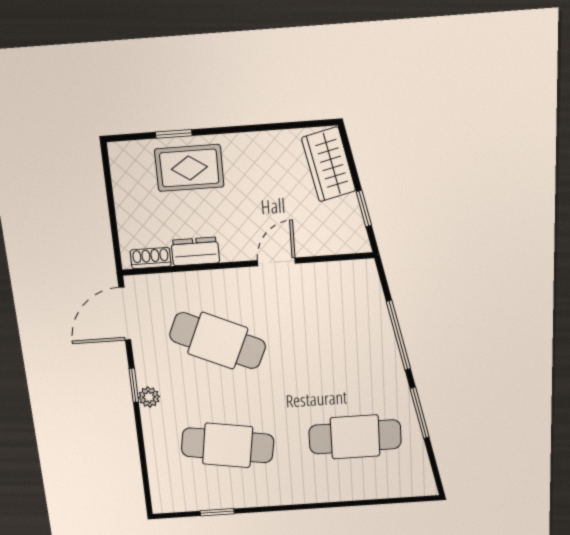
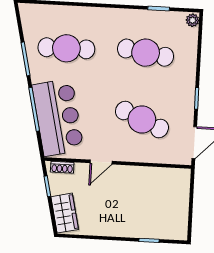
rug: (189, 168) -> (143, 221), removed
dresser: (195, 251) -> (147, 174), removed
shoe rack: (151, 258) -> (62, 167), moved
bar counter: (358, 327) -> (58, 117), added
plant: (149, 397) -> (193, 20), moved

